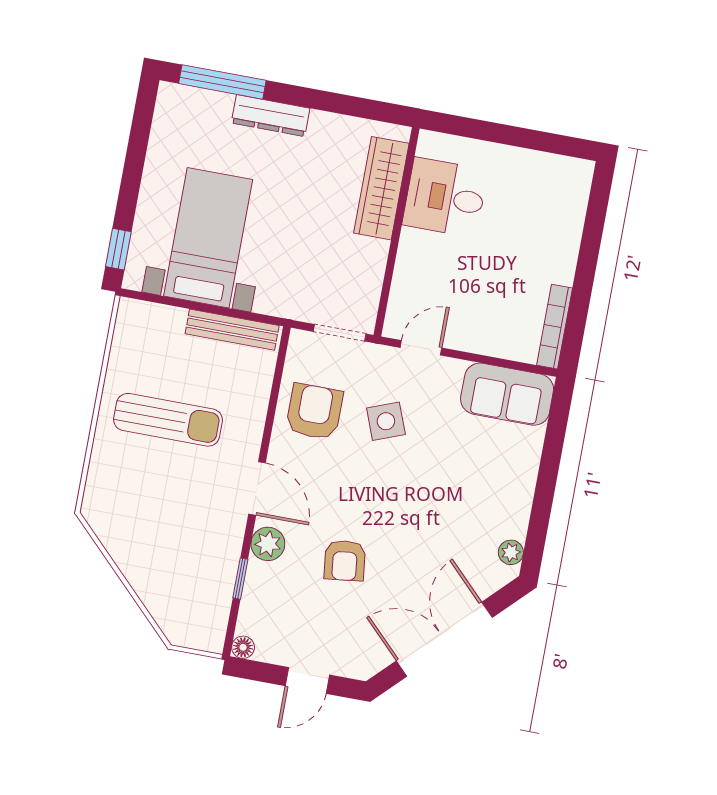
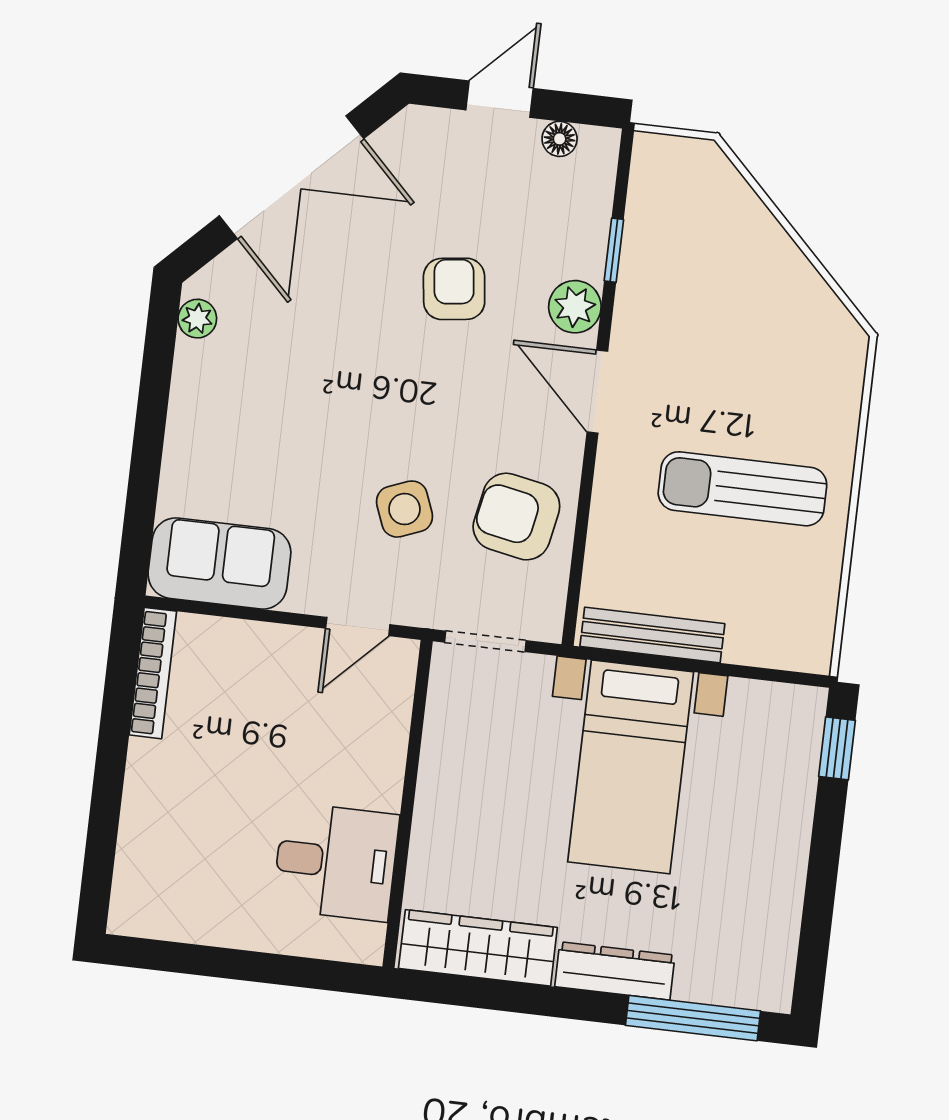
wardrobe: (381, 188) -> (478, 948), moved, turned -90
bed with nightstands: (208, 238) -> (631, 767), moved
armchair: (314, 412) -> (516, 517), turned 101
floor lamp: (243, 647) -> (560, 139), moved

